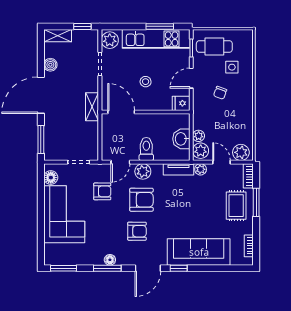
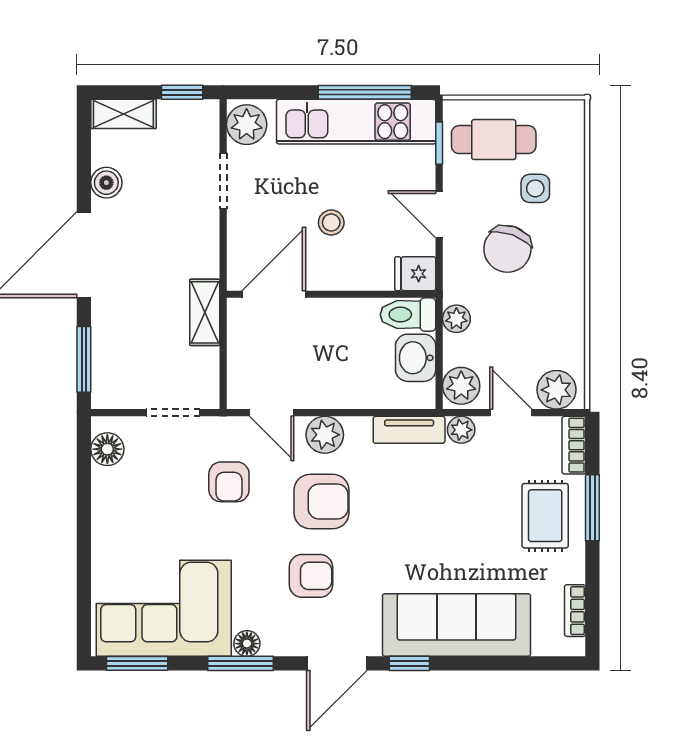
window: (160, 26) -> (365, 92), width x1.44
door: (191, 78) -> (439, 214), hinge flipped
chair: (220, 93) -> (507, 249), width x1.87, depth x1.87
shelving: (92, 107) -> (205, 312), moved
door: (121, 112) -> (274, 294), hinge flipped
plant: (199, 136) -> (456, 319), moved
toilet: (146, 149) -> (408, 315), moved, turned -90
door: (120, 162) -> (272, 413), hinge flipped
armchair: (102, 191) -> (229, 482), turned 90
corner sofa: (64, 214) -> (164, 608), moved, turned -90

